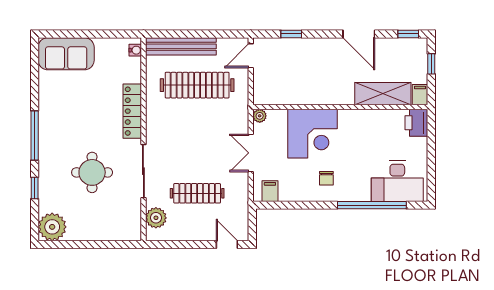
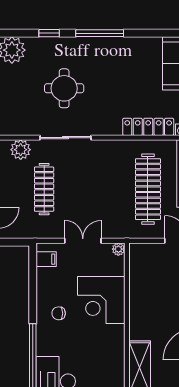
locker: (132, 111) -> (148, 127), moved

